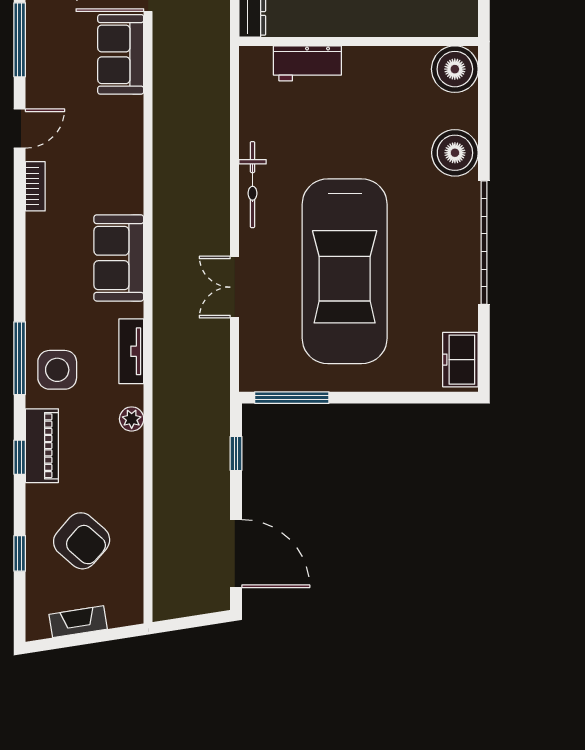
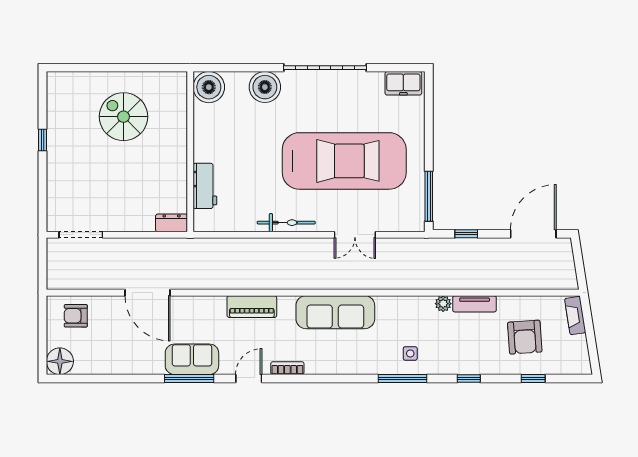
sofa: (121, 54) -> (192, 359), moved, turned 180
door: (20, 129) -> (249, 379), hinge flipped
sofa: (119, 258) -> (335, 312), width x1.36
tv unit: (131, 351) -> (475, 304), moved
side table: (57, 370) -> (410, 353), width x0.54, depth x0.54
piano: (42, 446) -> (252, 307), moved, turned 180
armchair: (82, 541) -> (525, 337), turned 135
fireplace: (78, 622) -> (575, 316), moved

